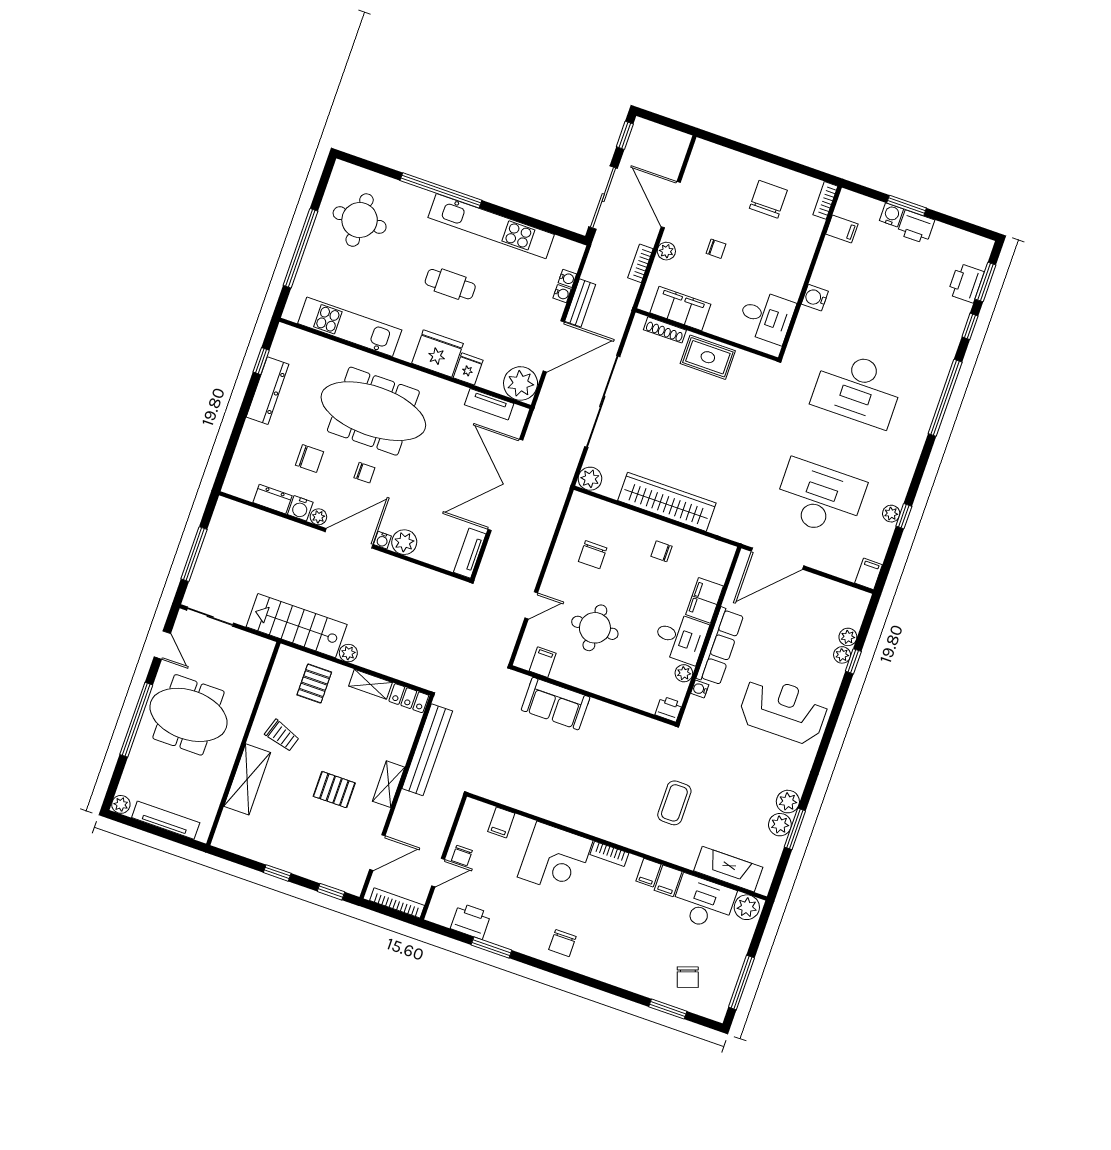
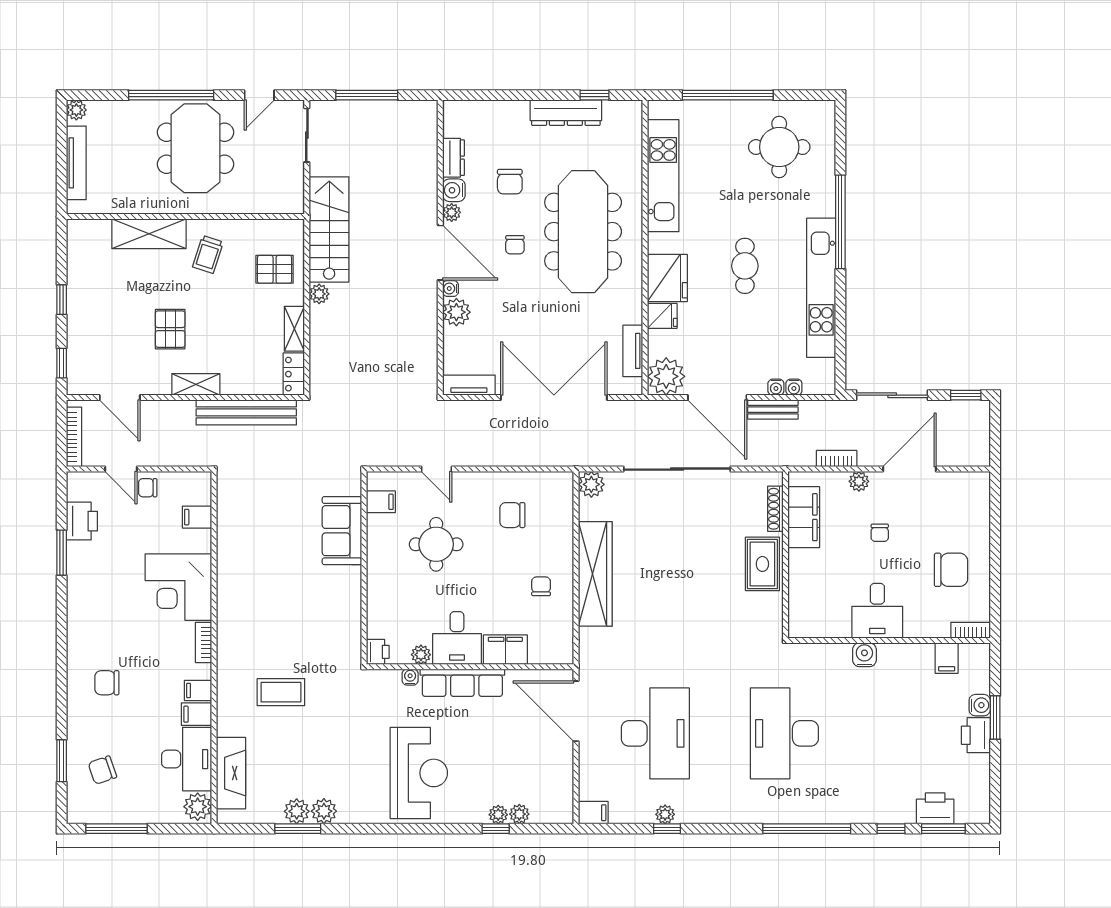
desk: (766, 317) -> (877, 611), moved
chair: (562, 943) -> (107, 683), moved

